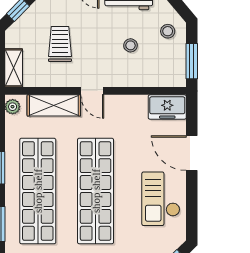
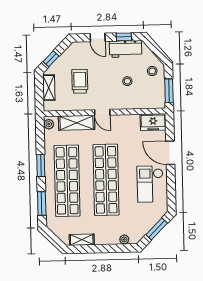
shelving: (14, 68) -> (49, 88), moved

